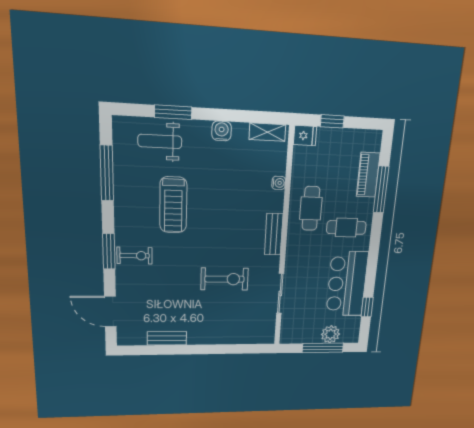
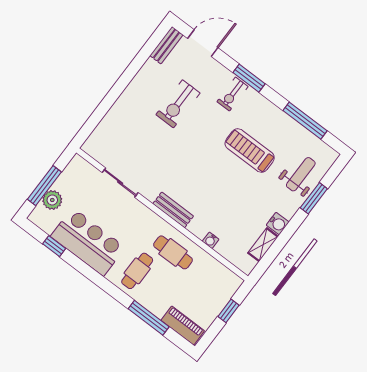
shelving: (267, 132) -> (263, 245), moved
fridge: (305, 136) -> (232, 283), removed
piano: (368, 175) -> (183, 326), moved
exercise bike: (225, 279) -> (178, 104), moved
bench: (167, 338) -> (166, 45), moved

